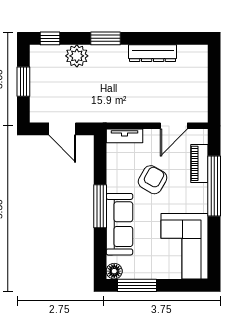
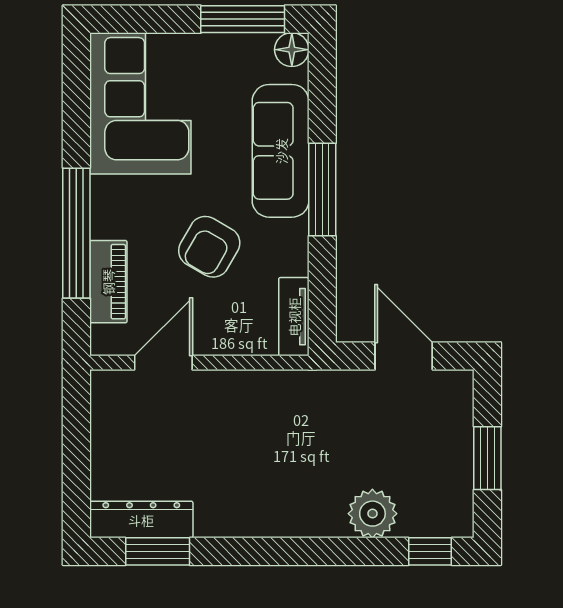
window: (106, 38) -> (158, 551), moved
dresser: (153, 53) -> (141, 520), moved
tv unit: (125, 136) -> (294, 317), moved, turned -90

